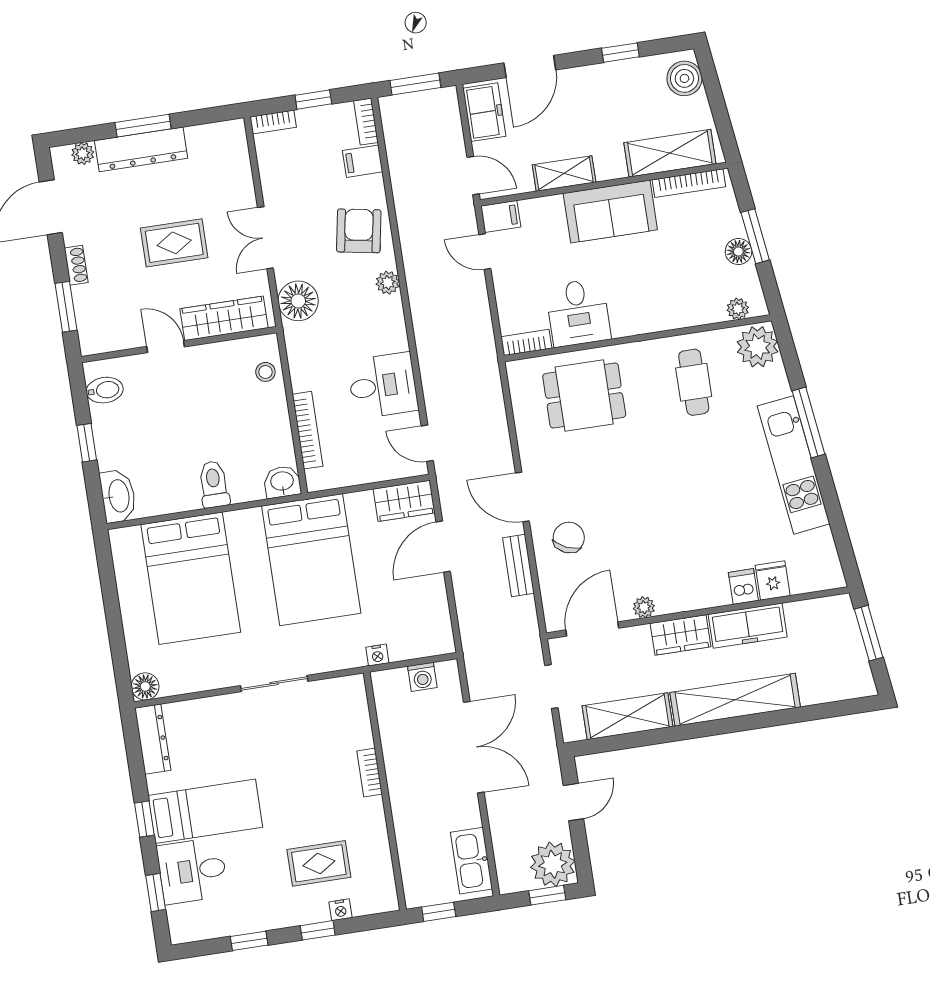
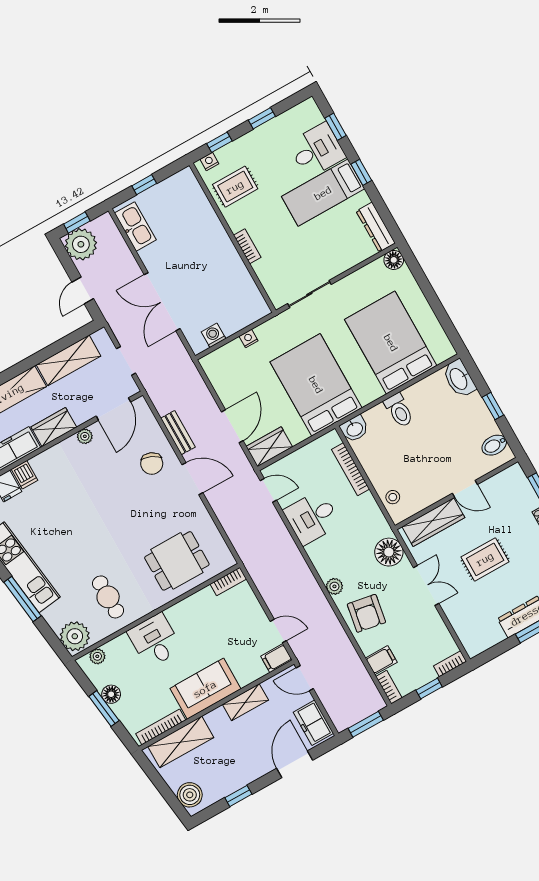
desk: (578, 313) -> (155, 640), moved
bookcase: (370, 773) -> (247, 246), moved
wall: (385, 791) -> (233, 238), moved

